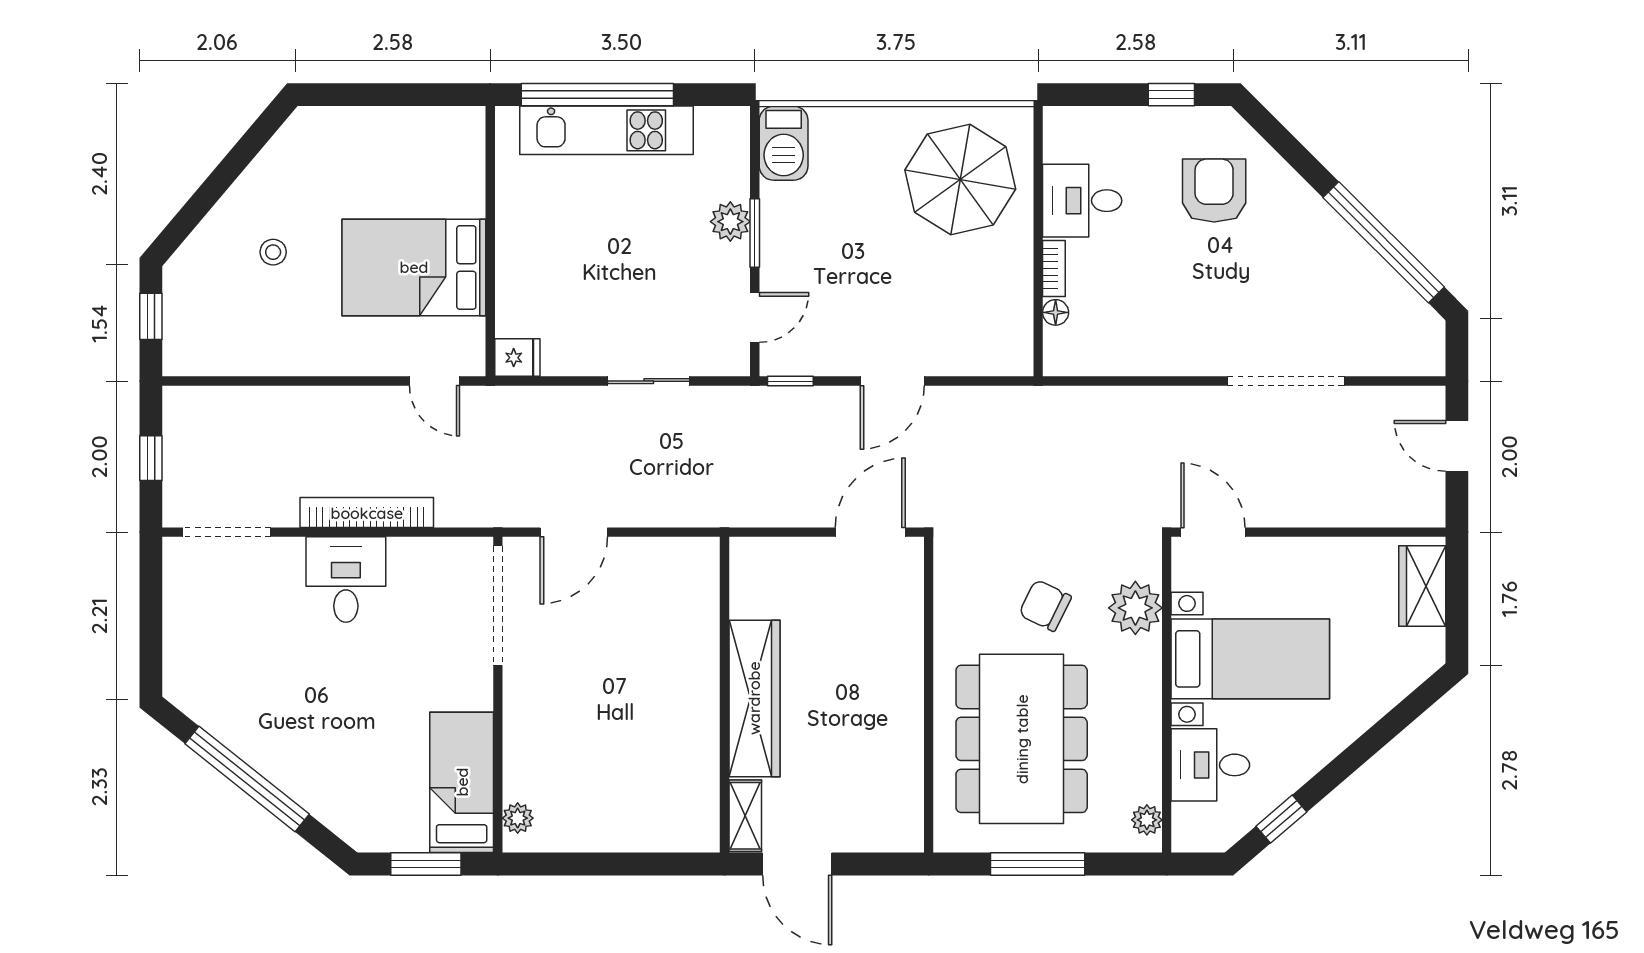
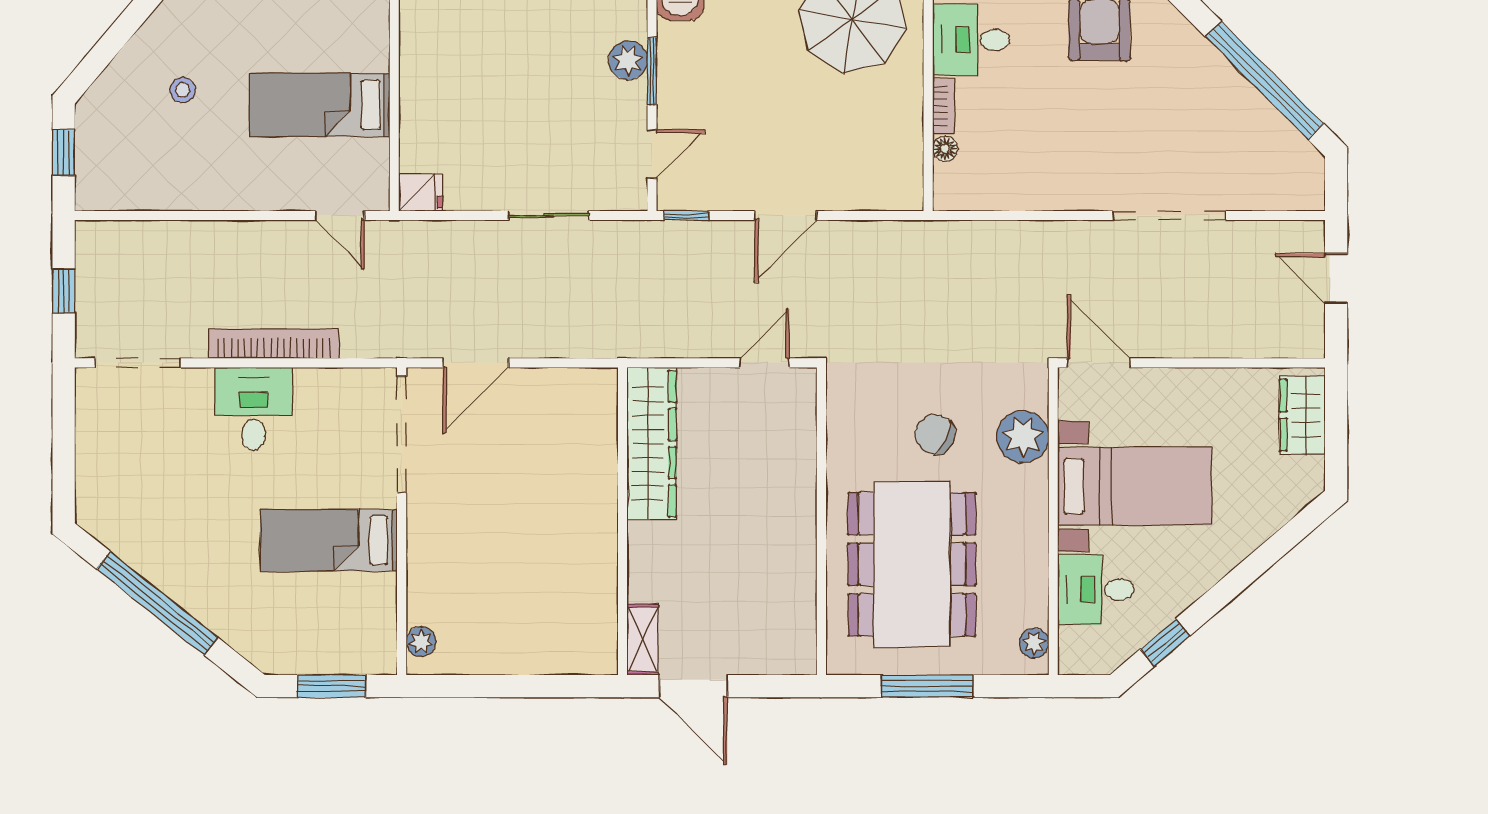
bed: (414, 267) -> (320, 105), width x0.67
door: (870, 532) -> (765, 363), width x0.73
wardrobe: (754, 698) -> (652, 444), moved
bed: (462, 782) -> (329, 540), moved, turned -90

